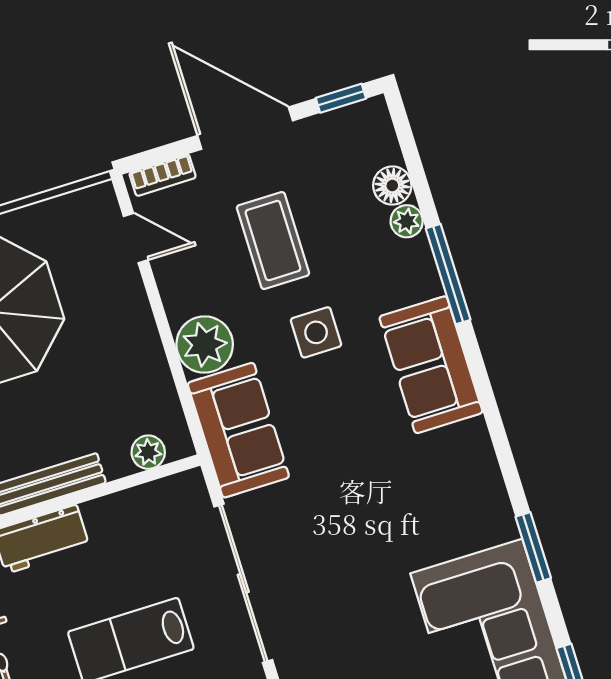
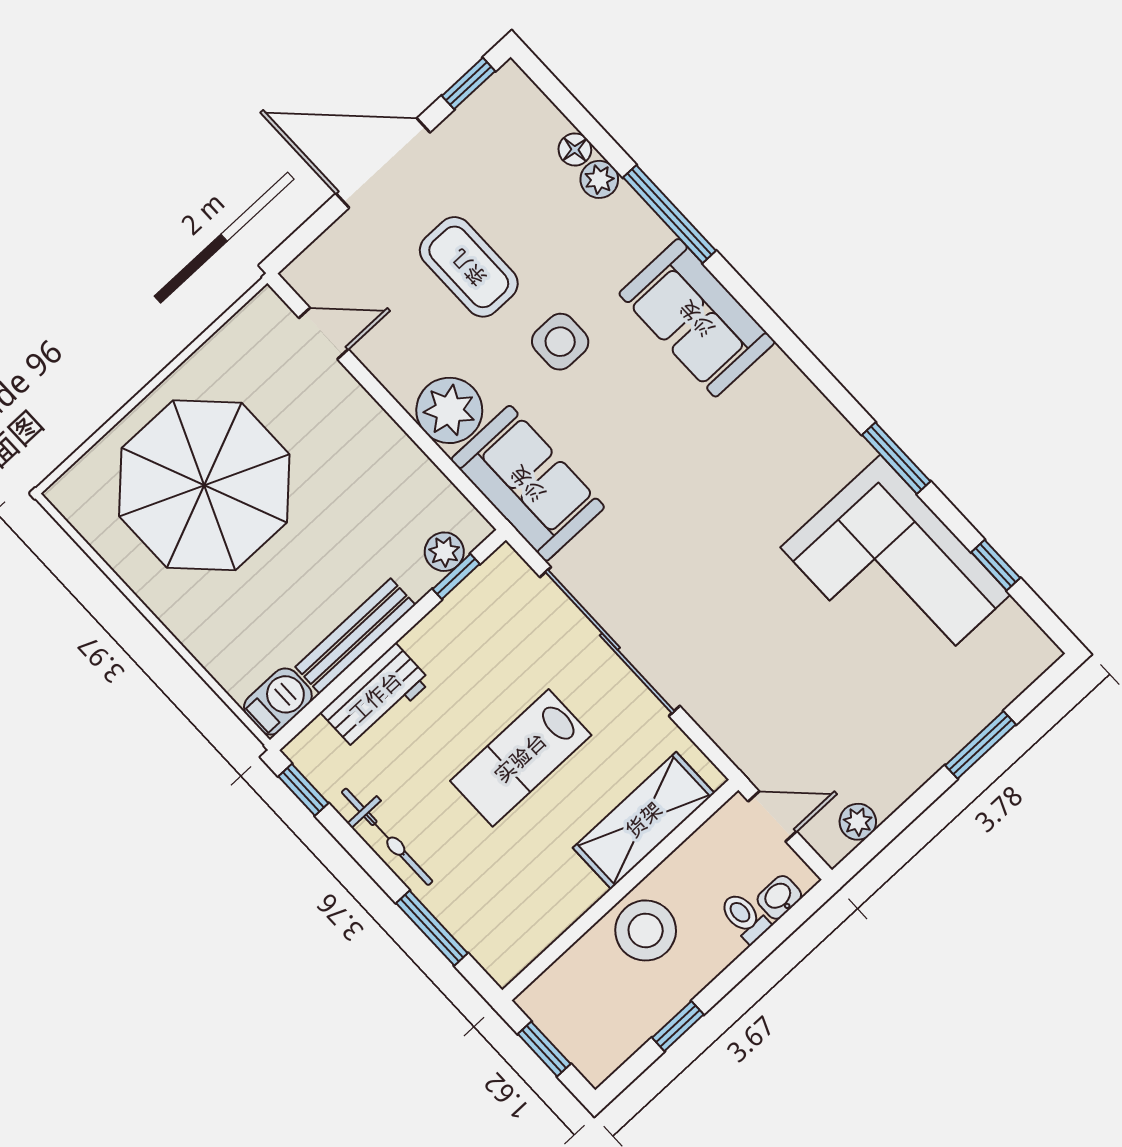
bookcase: (163, 175) -> (320, 254), removed
floor lamp: (392, 186) -> (575, 149), width x0.73, depth x0.73
window: (148, 476) -> (456, 577), added

